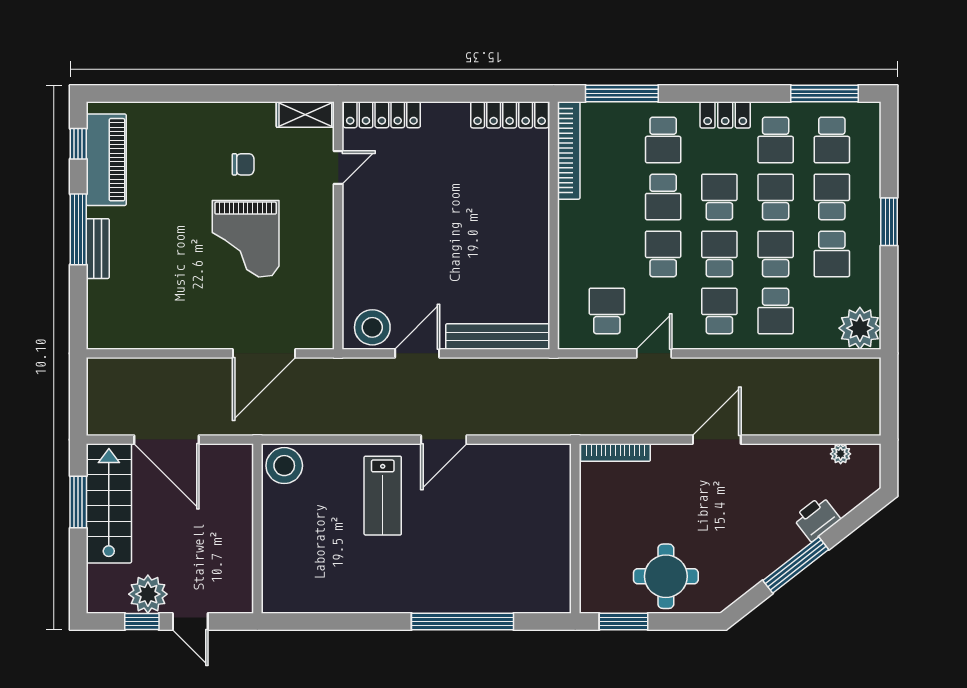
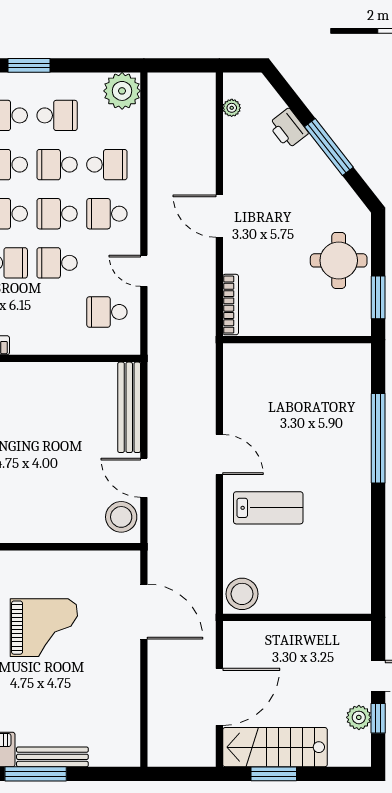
bench: (98, 249) -> (52, 757), width x1.36
plant: (148, 594) -> (359, 717), width x0.73, depth x0.73

